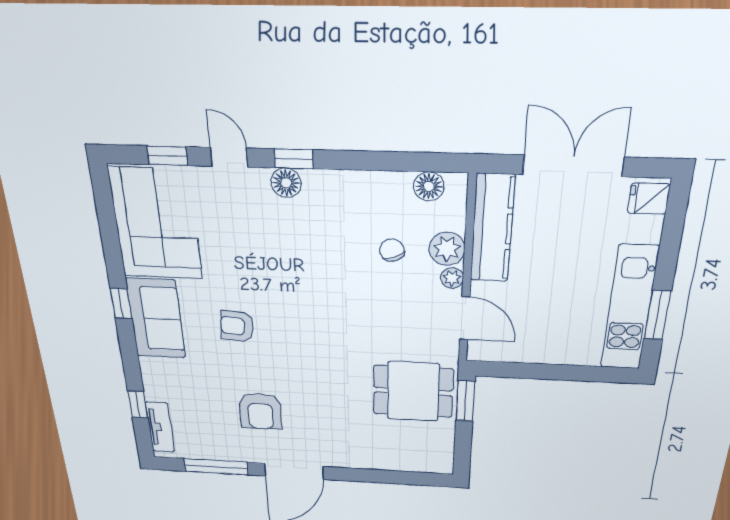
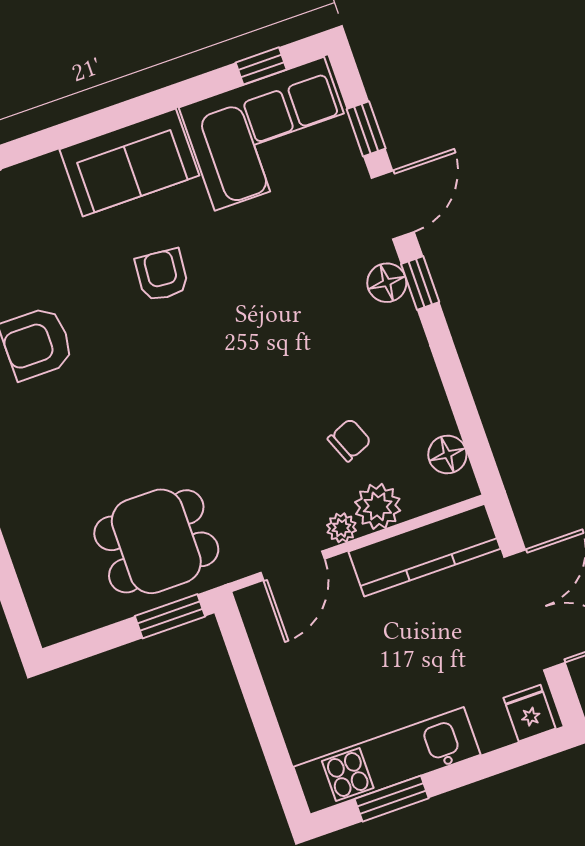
door: (229, 157) -> (393, 205), width x1.37
window: (121, 303) -> (261, 66), moved
dining table: (413, 392) -> (156, 541), turned 90

